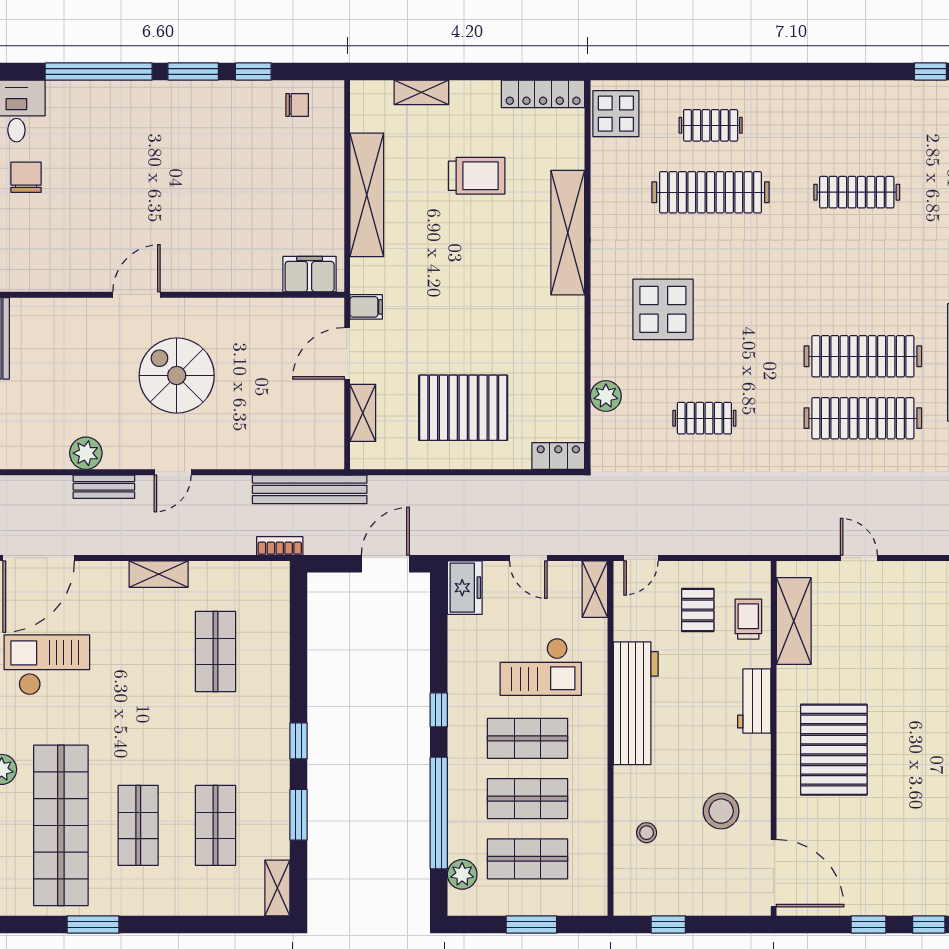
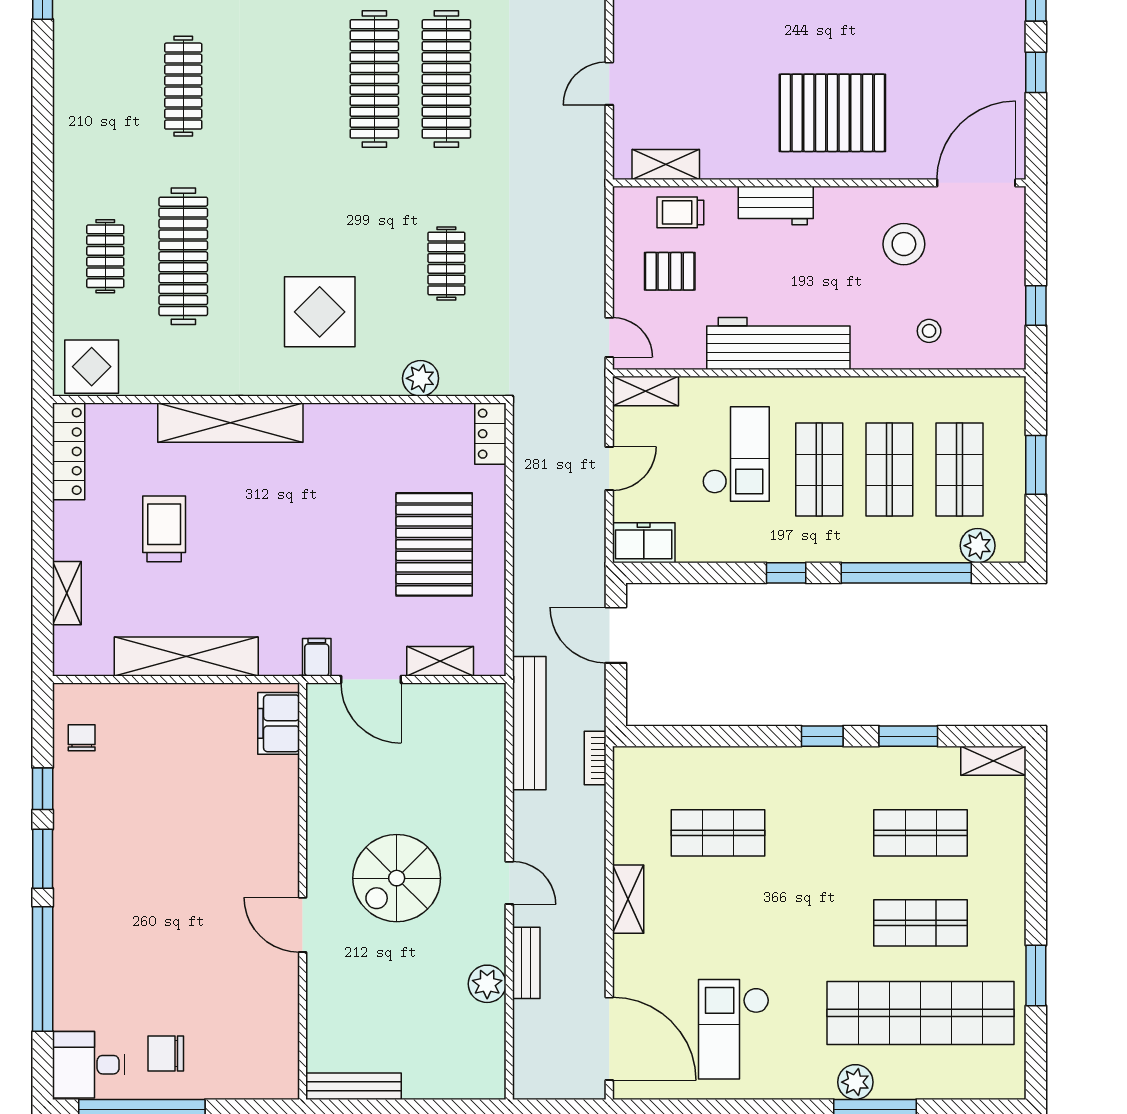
shelving: (794, 621) -> (666, 164), width x0.67, depth x0.75

